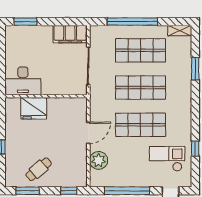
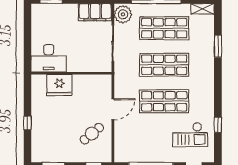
checkout: (167, 159) -> (190, 135), turned 180
plant: (99, 160) -> (123, 14), moved
cafe table: (39, 169) -> (92, 134), moved

